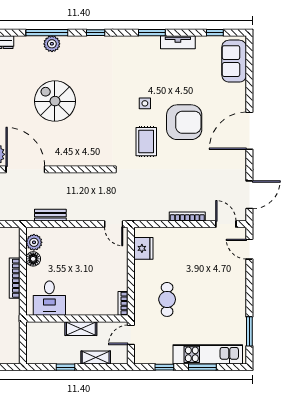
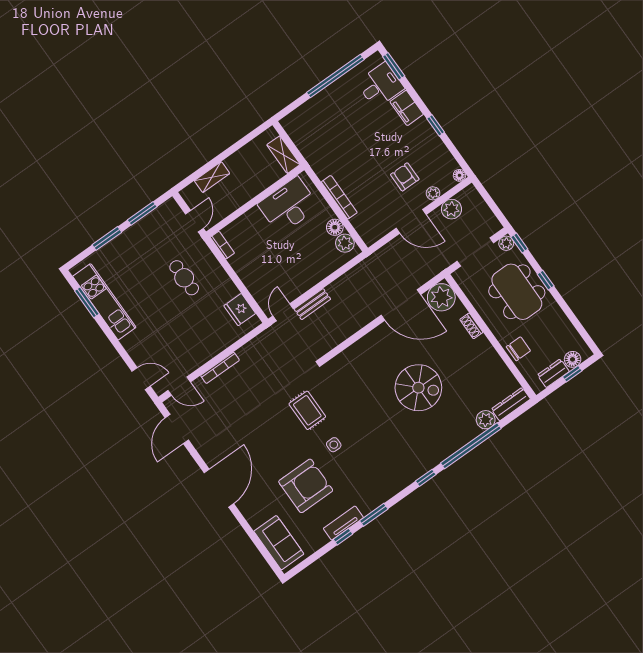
window: (47, 33) -> (471, 446), width x1.46
window: (215, 33) -> (343, 537), moved
plant: (52, 44) -> (486, 420), moved
armchair: (184, 122) -> (306, 486), moved, turned 180
bench: (50, 215) -> (312, 304), moved
door: (114, 224) -> (283, 312), hinge flipped
desk: (49, 298) -> (288, 206), width x1.37
shelving: (81, 329) -> (283, 155), moved, turned 90
kitchen unit: (208, 354) -> (104, 302), moved, turned -90
window: (65, 367) -> (234, 148), removed
window: (164, 367) -> (142, 213), width x1.50

